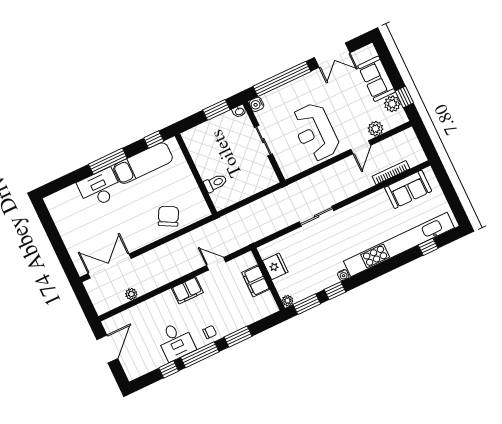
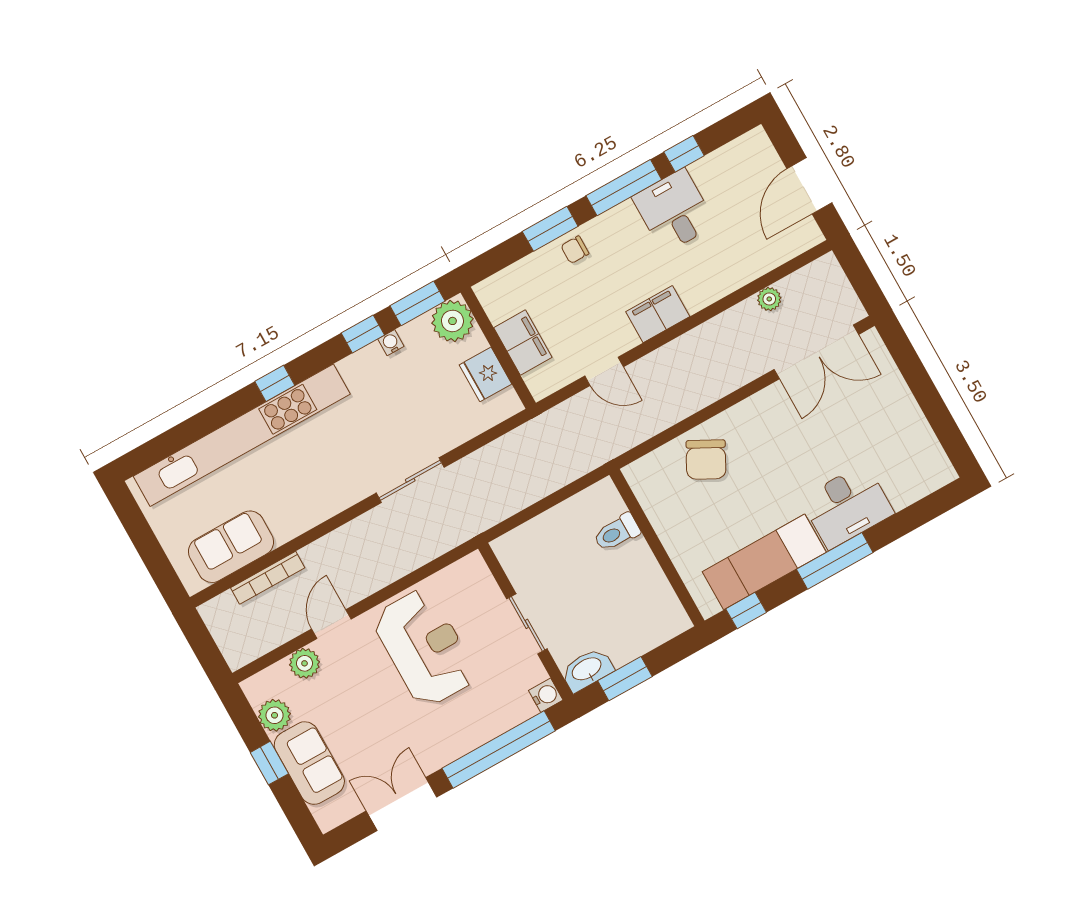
window: (404, 97) -> (269, 763), moved
washbasin: (239, 111) -> (587, 670), width x1.91, depth x1.45
window: (428, 247) -> (275, 383), moved
water cooler: (343, 275) -> (391, 343), moved
plant: (288, 301) -> (452, 321), width x1.87, depth x1.87
chair: (210, 332) -> (575, 250), moved

